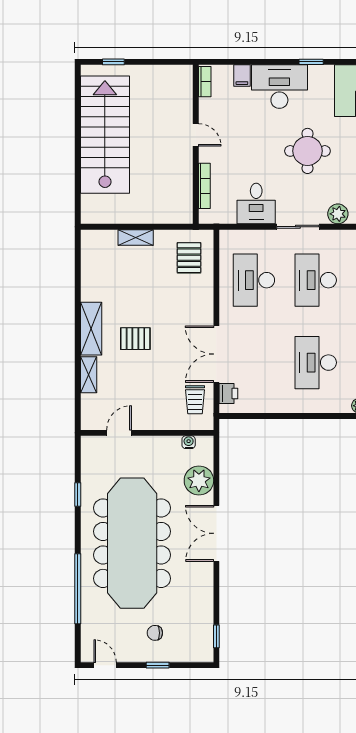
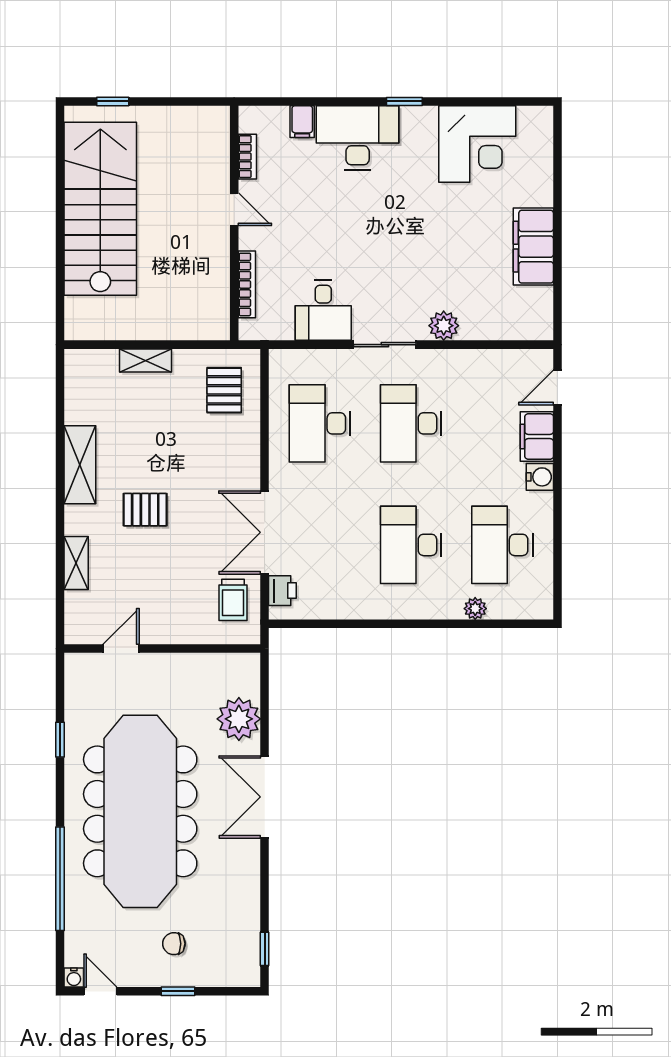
bookcase: (205, 82) -> (247, 157), moved
round table: (307, 151) -> (399, 233), removed
shelving: (91, 329) -> (80, 465), moved
water cooler: (189, 442) -> (74, 977), moved, turned 180

